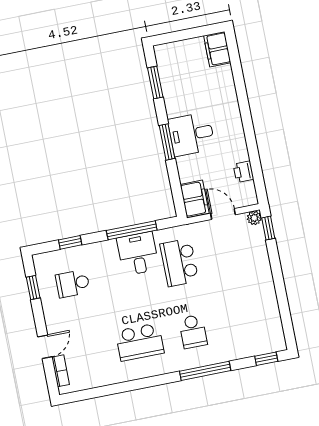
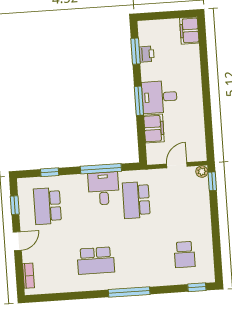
printer: (243, 172) -> (147, 54), moved, turned 180
filing cabinet: (195, 199) -> (154, 129), moved
door: (223, 214) -> (177, 165), hinge flipped
school desk: (73, 284) -> (47, 206), width x1.85
school desk: (193, 332) -> (185, 255), moved
door: (45, 347) -> (17, 241), moved
window: (205, 371) -> (129, 292), moved

